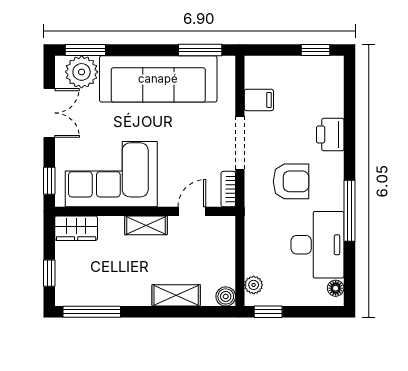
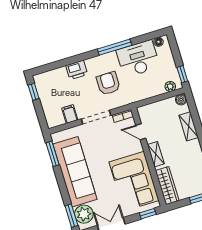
wardrobe: (76, 228) -> (167, 186), width x1.50

